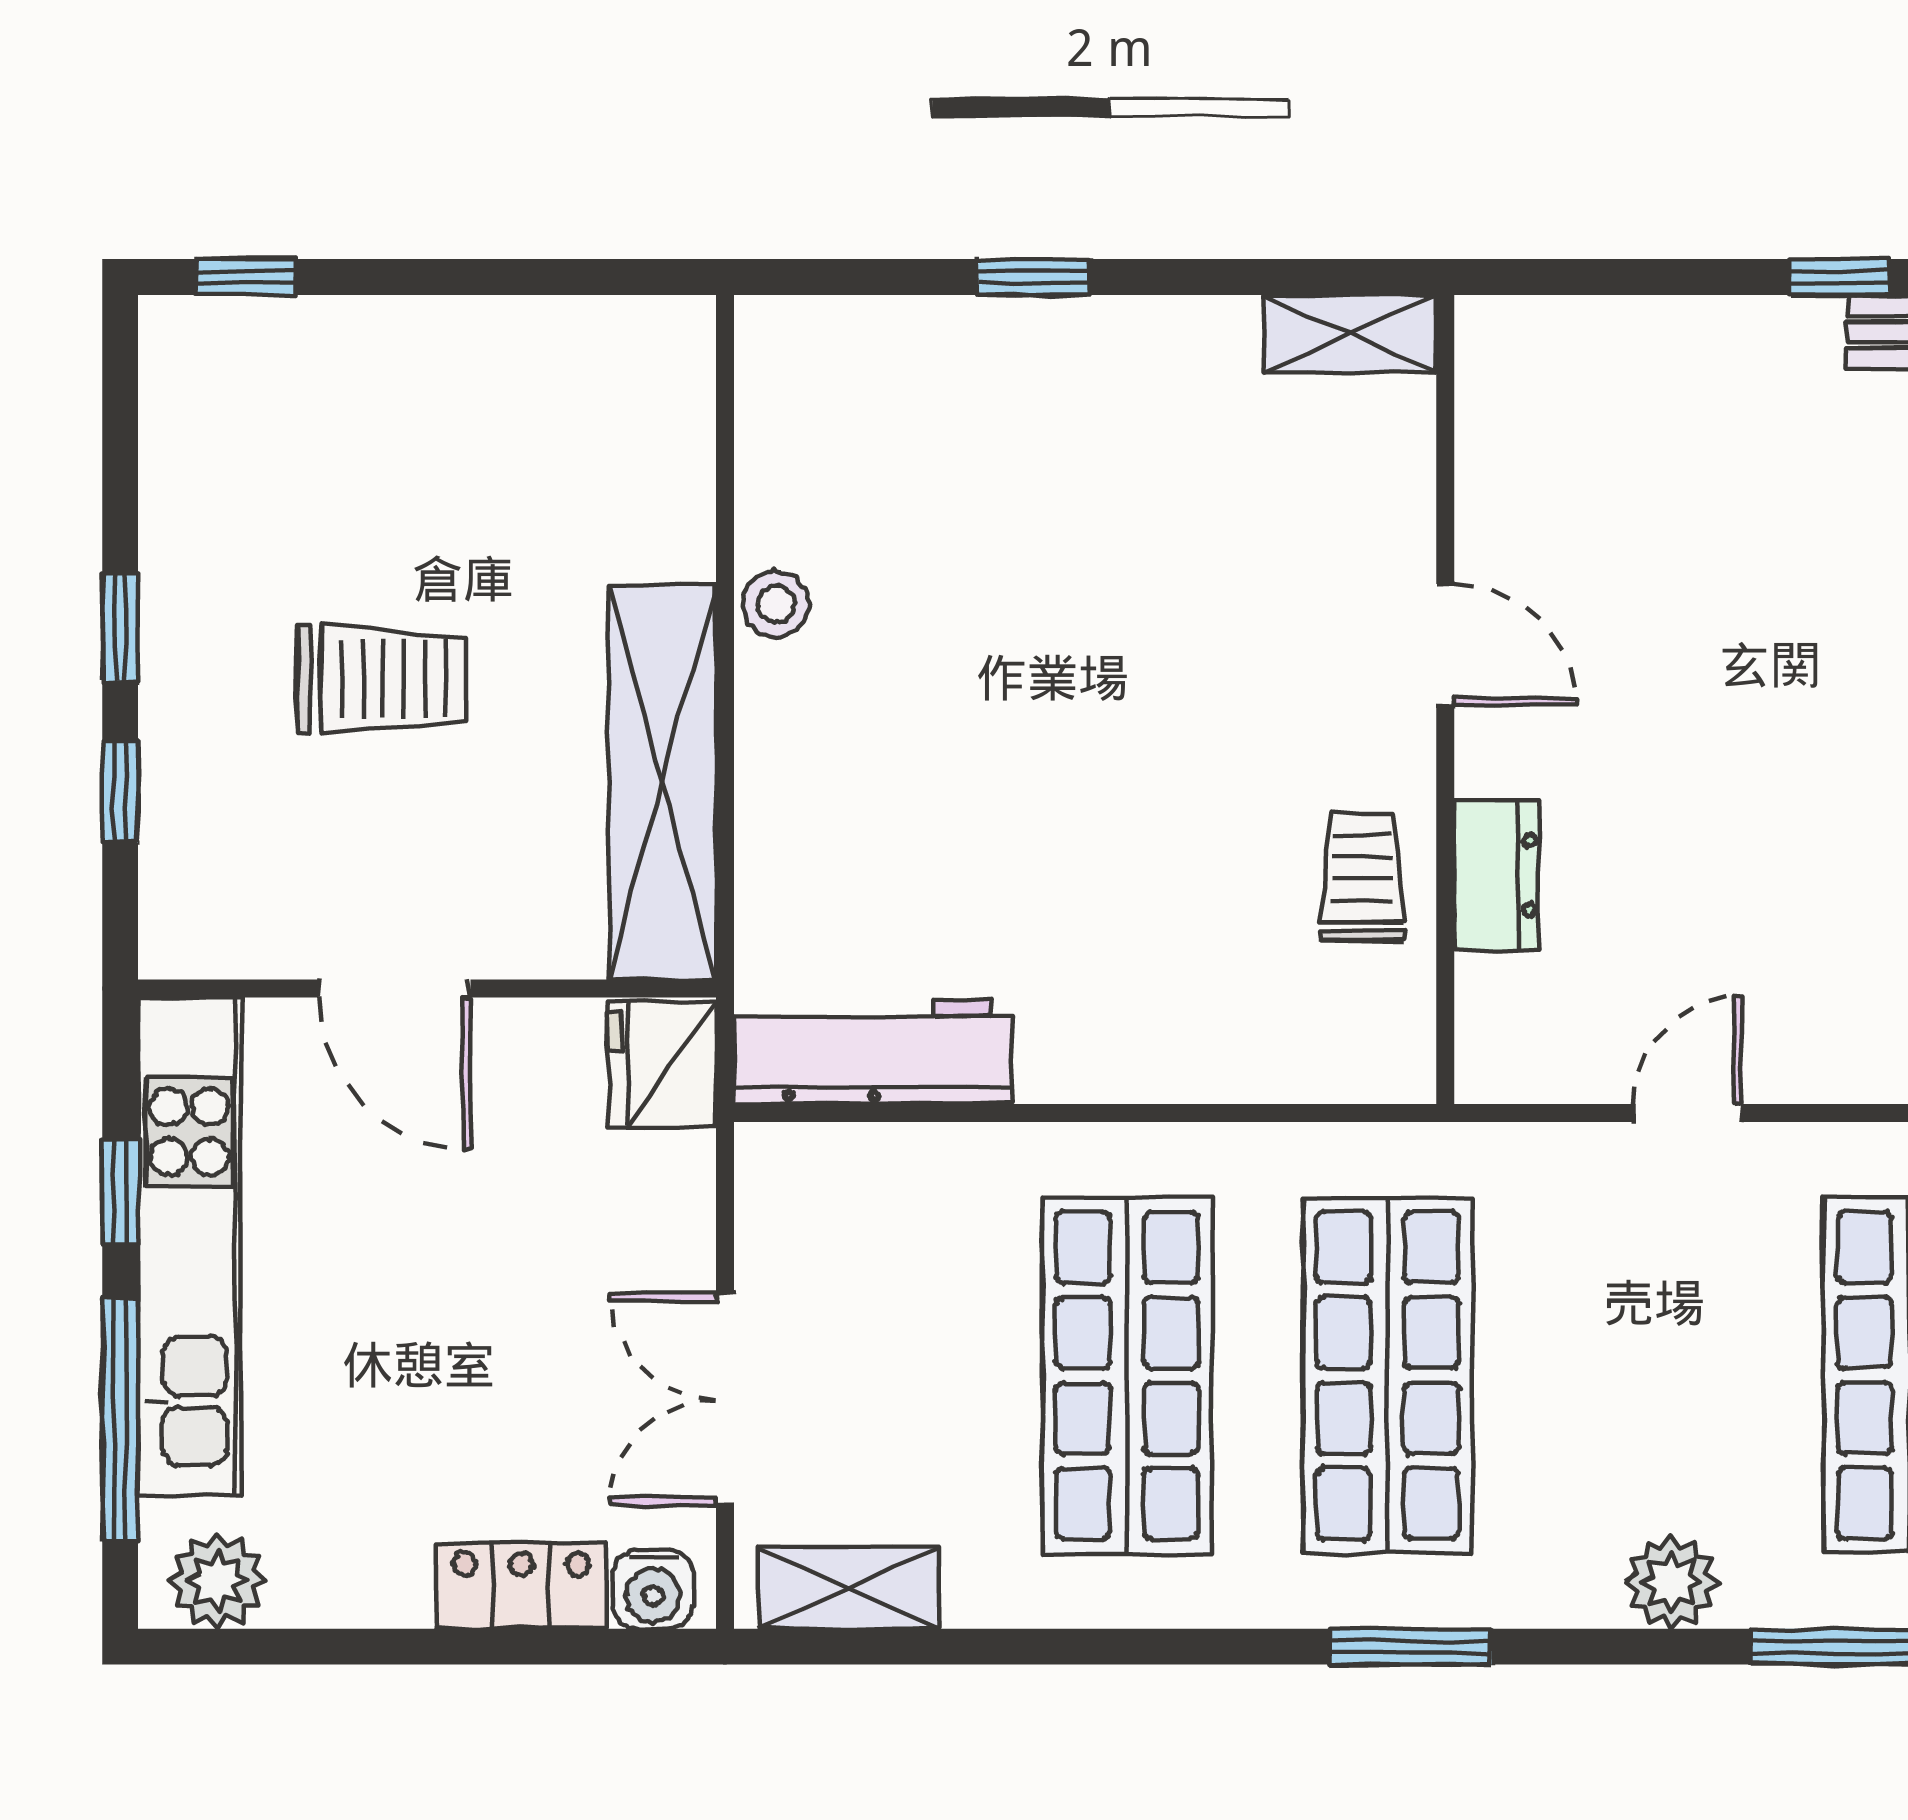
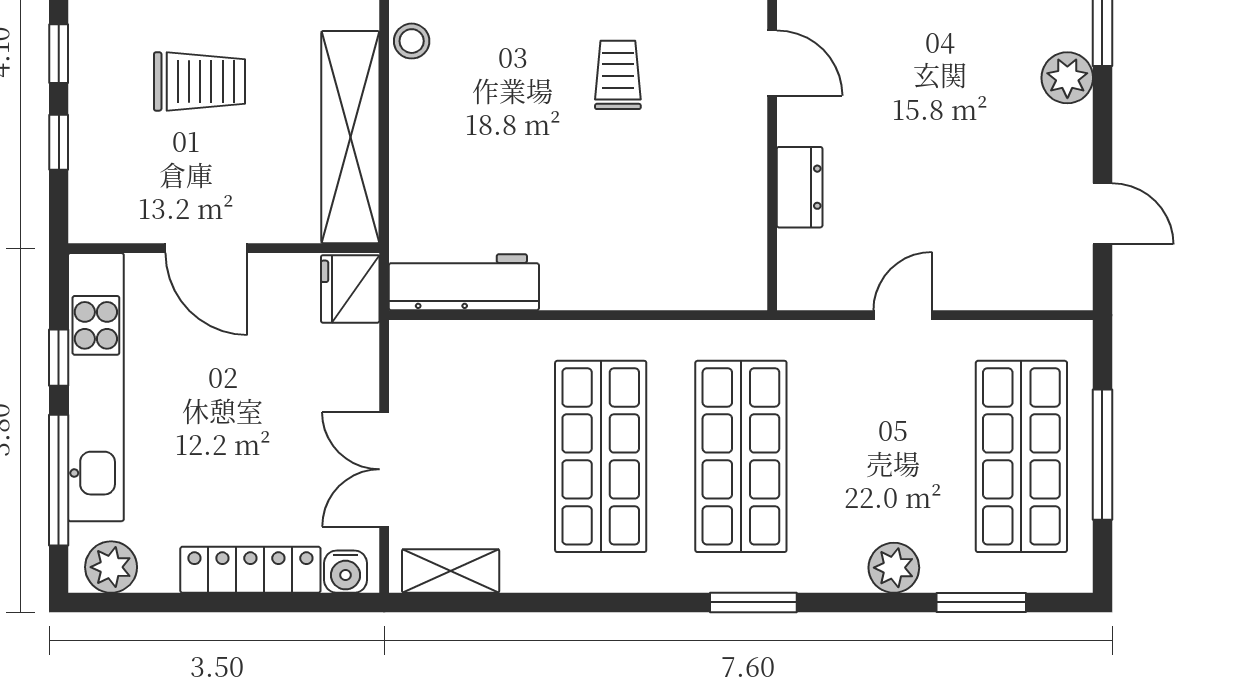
trolley: (1363, 877) -> (618, 75), moved
locker: (521, 1586) -> (250, 570), width x1.53

